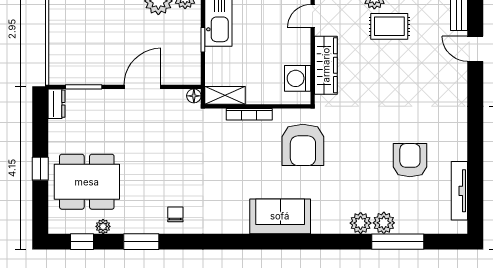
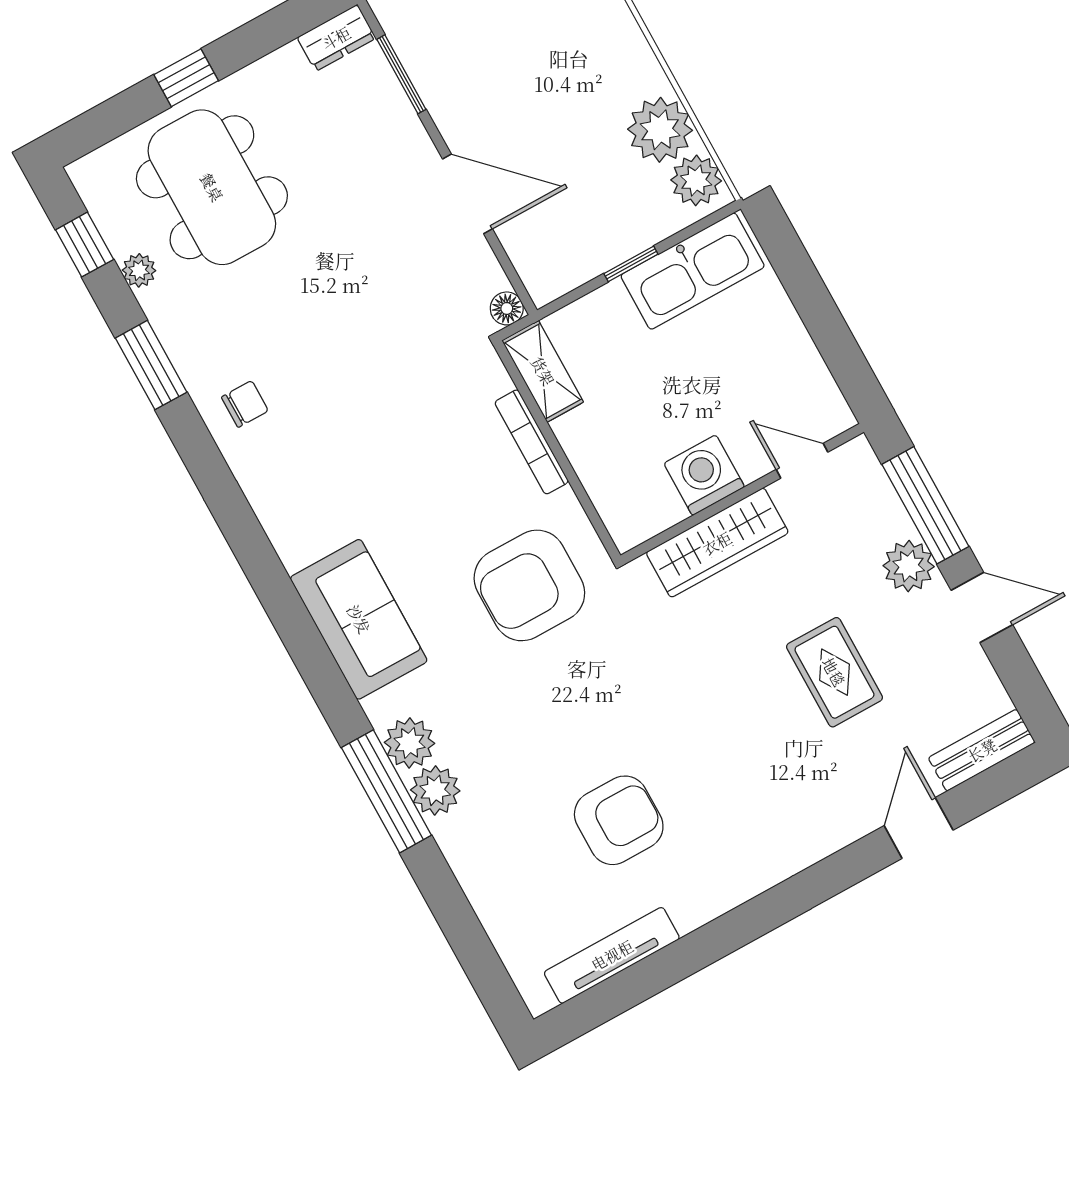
rug: (389, 26) -> (834, 672), moved
washing machine: (298, 78) -> (704, 475), moved
plant: (384, 223) -> (410, 743), moved
window: (398, 242) -> (386, 791), moved

